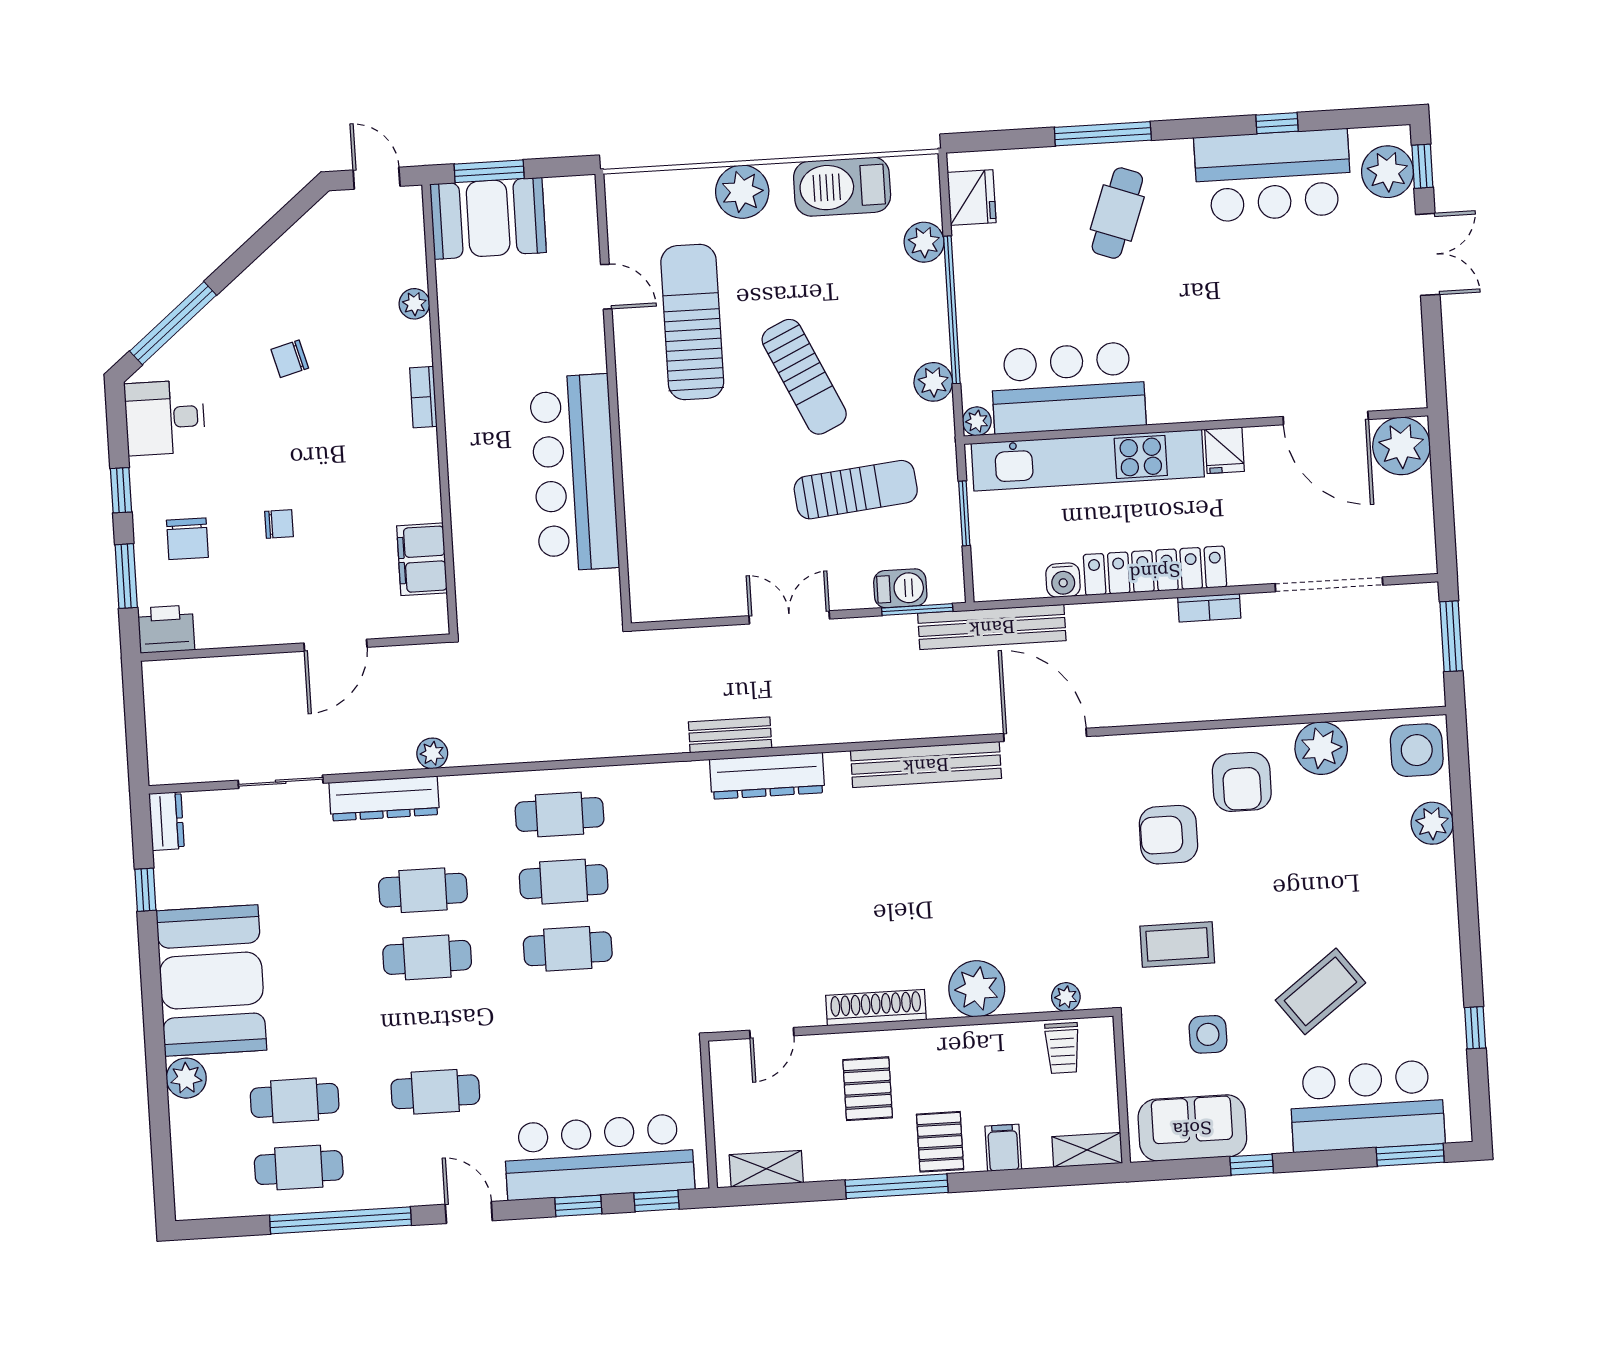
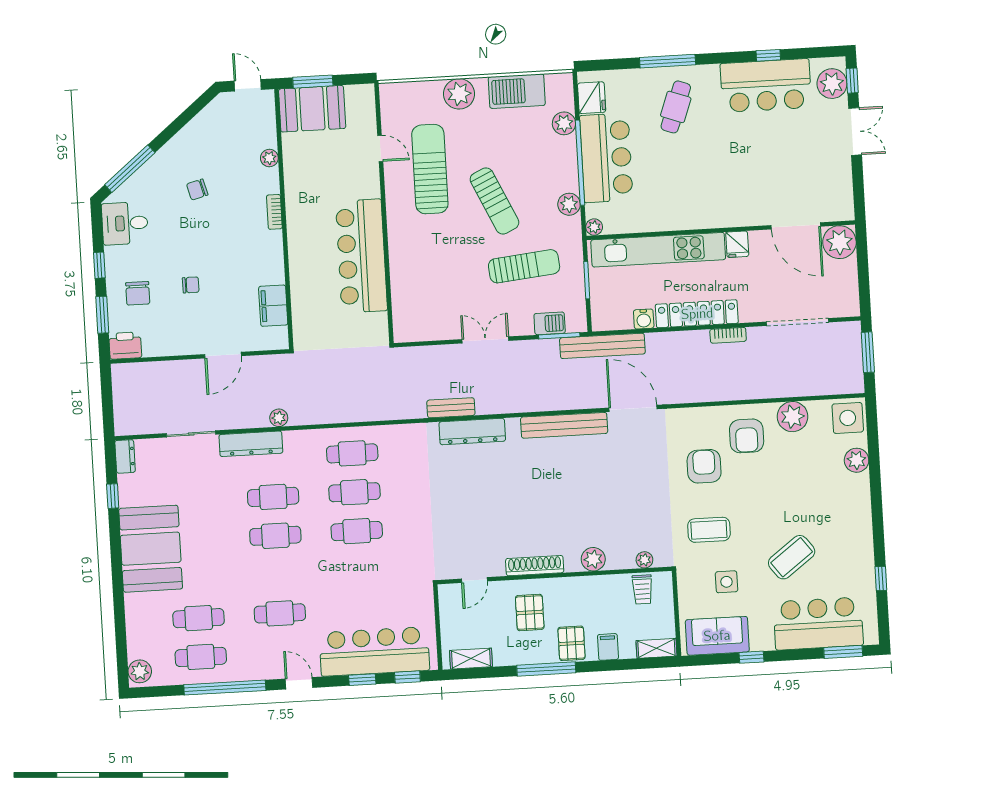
bar counter: (1068, 388) -> (606, 158), moved, turned 90
armchair: (1168, 835) -> (704, 466), turned 90
plant: (977, 989) -> (593, 559), width x0.73, depth x0.73
plant: (186, 1078) -> (140, 671), moved

